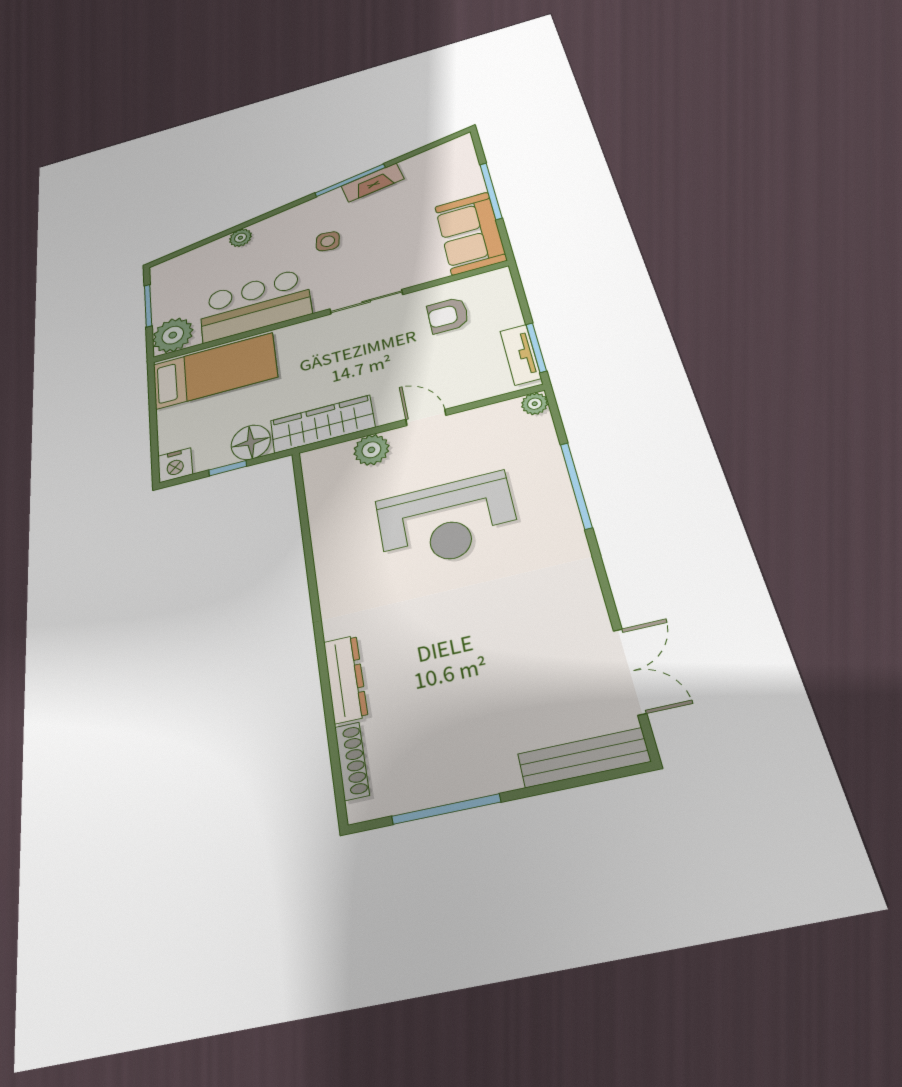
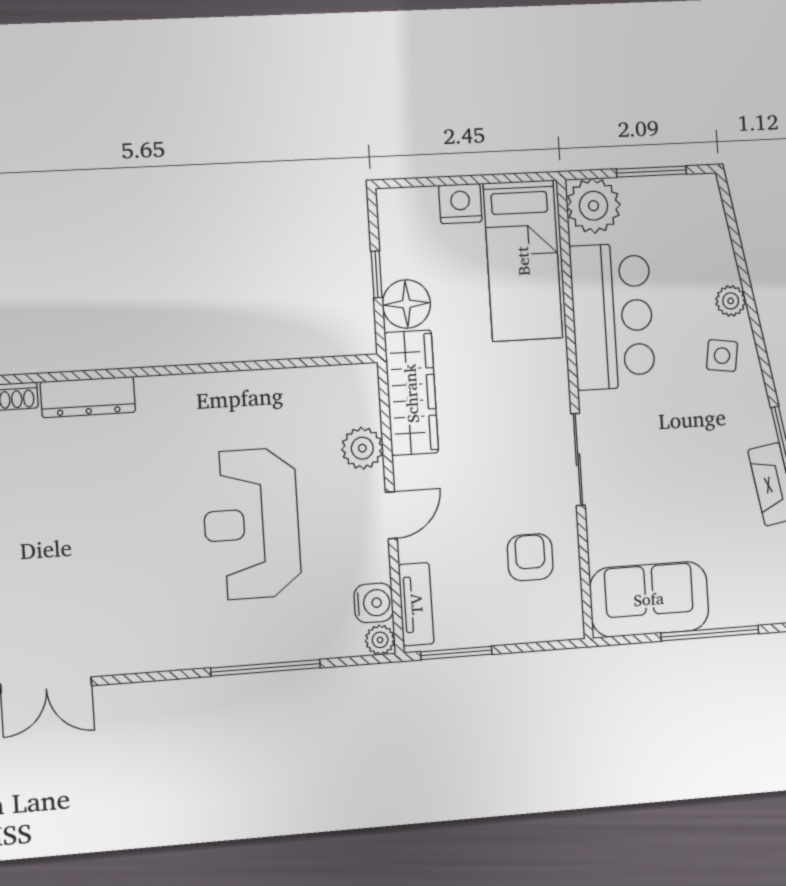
side table: (328, 241) -> (722, 356), moved
tv unit: (520, 355) -> (416, 604), moved, turned 90
water cooler: (503, 415) -> (374, 603), added
nightstand: (175, 465) -> (460, 204), moved, turned 90

